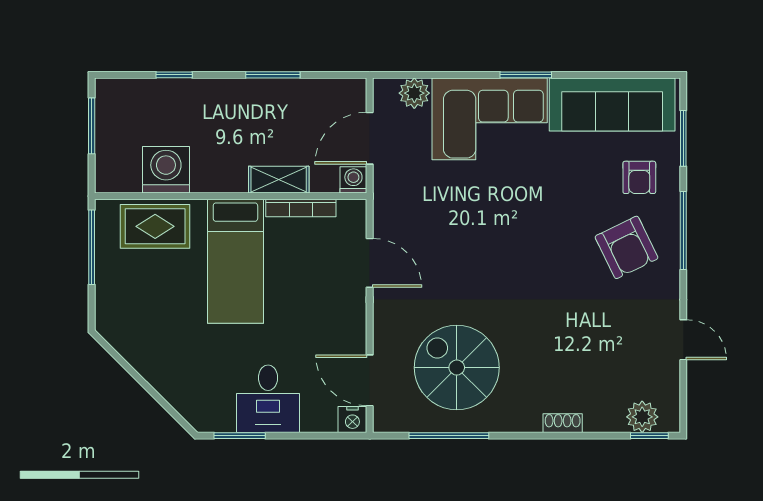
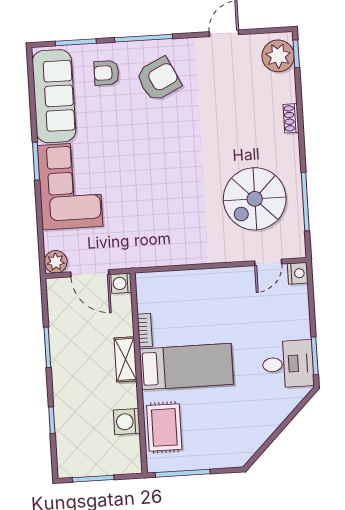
plant: (414, 93) -> (56, 262), moved
washing machine: (166, 170) -> (127, 422), width x0.73, depth x0.73
armchair: (639, 177) -> (106, 73), turned 180
shelving: (279, 180) -> (126, 359), moved
bookcase: (301, 208) -> (145, 330), width x0.64
door: (370, 263) -> (182, 268), removed
door: (370, 380) -> (268, 262), width x0.73
desk: (268, 399) -> (288, 364), moved
plant: (642, 417) -> (278, 56), width x1.36, depth x1.36

